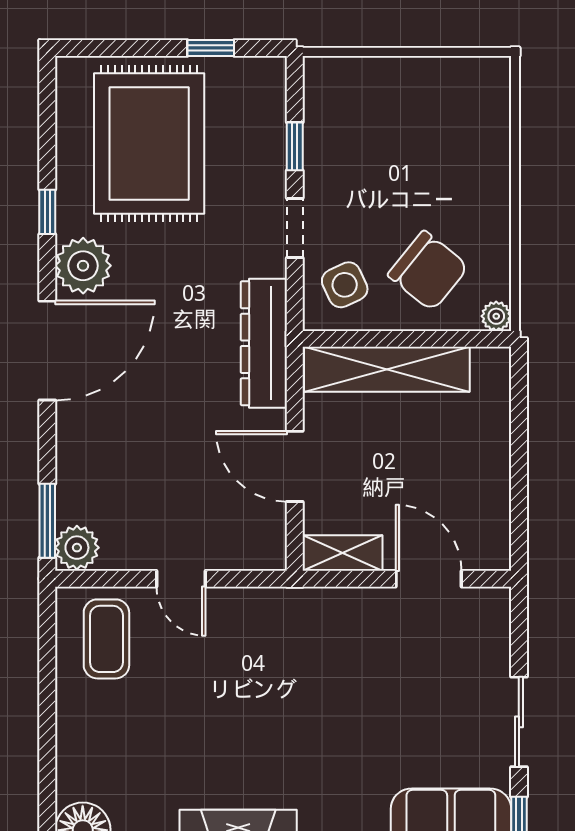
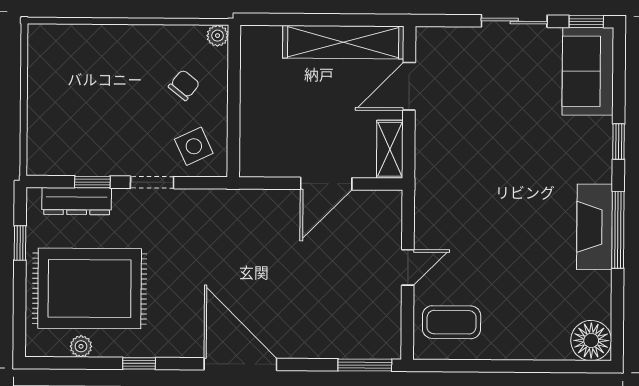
plant: (83, 266) -> (81, 346), moved, width x0.53, depth x0.53
chair: (428, 271) -> (184, 85), width x0.54, depth x0.54
dresser: (264, 343) -> (77, 201), moved, width x0.73, depth x0.80
shelving: (387, 369) -> (343, 42), moved, turned 90
plant: (77, 548) -> (385, 343), removed

